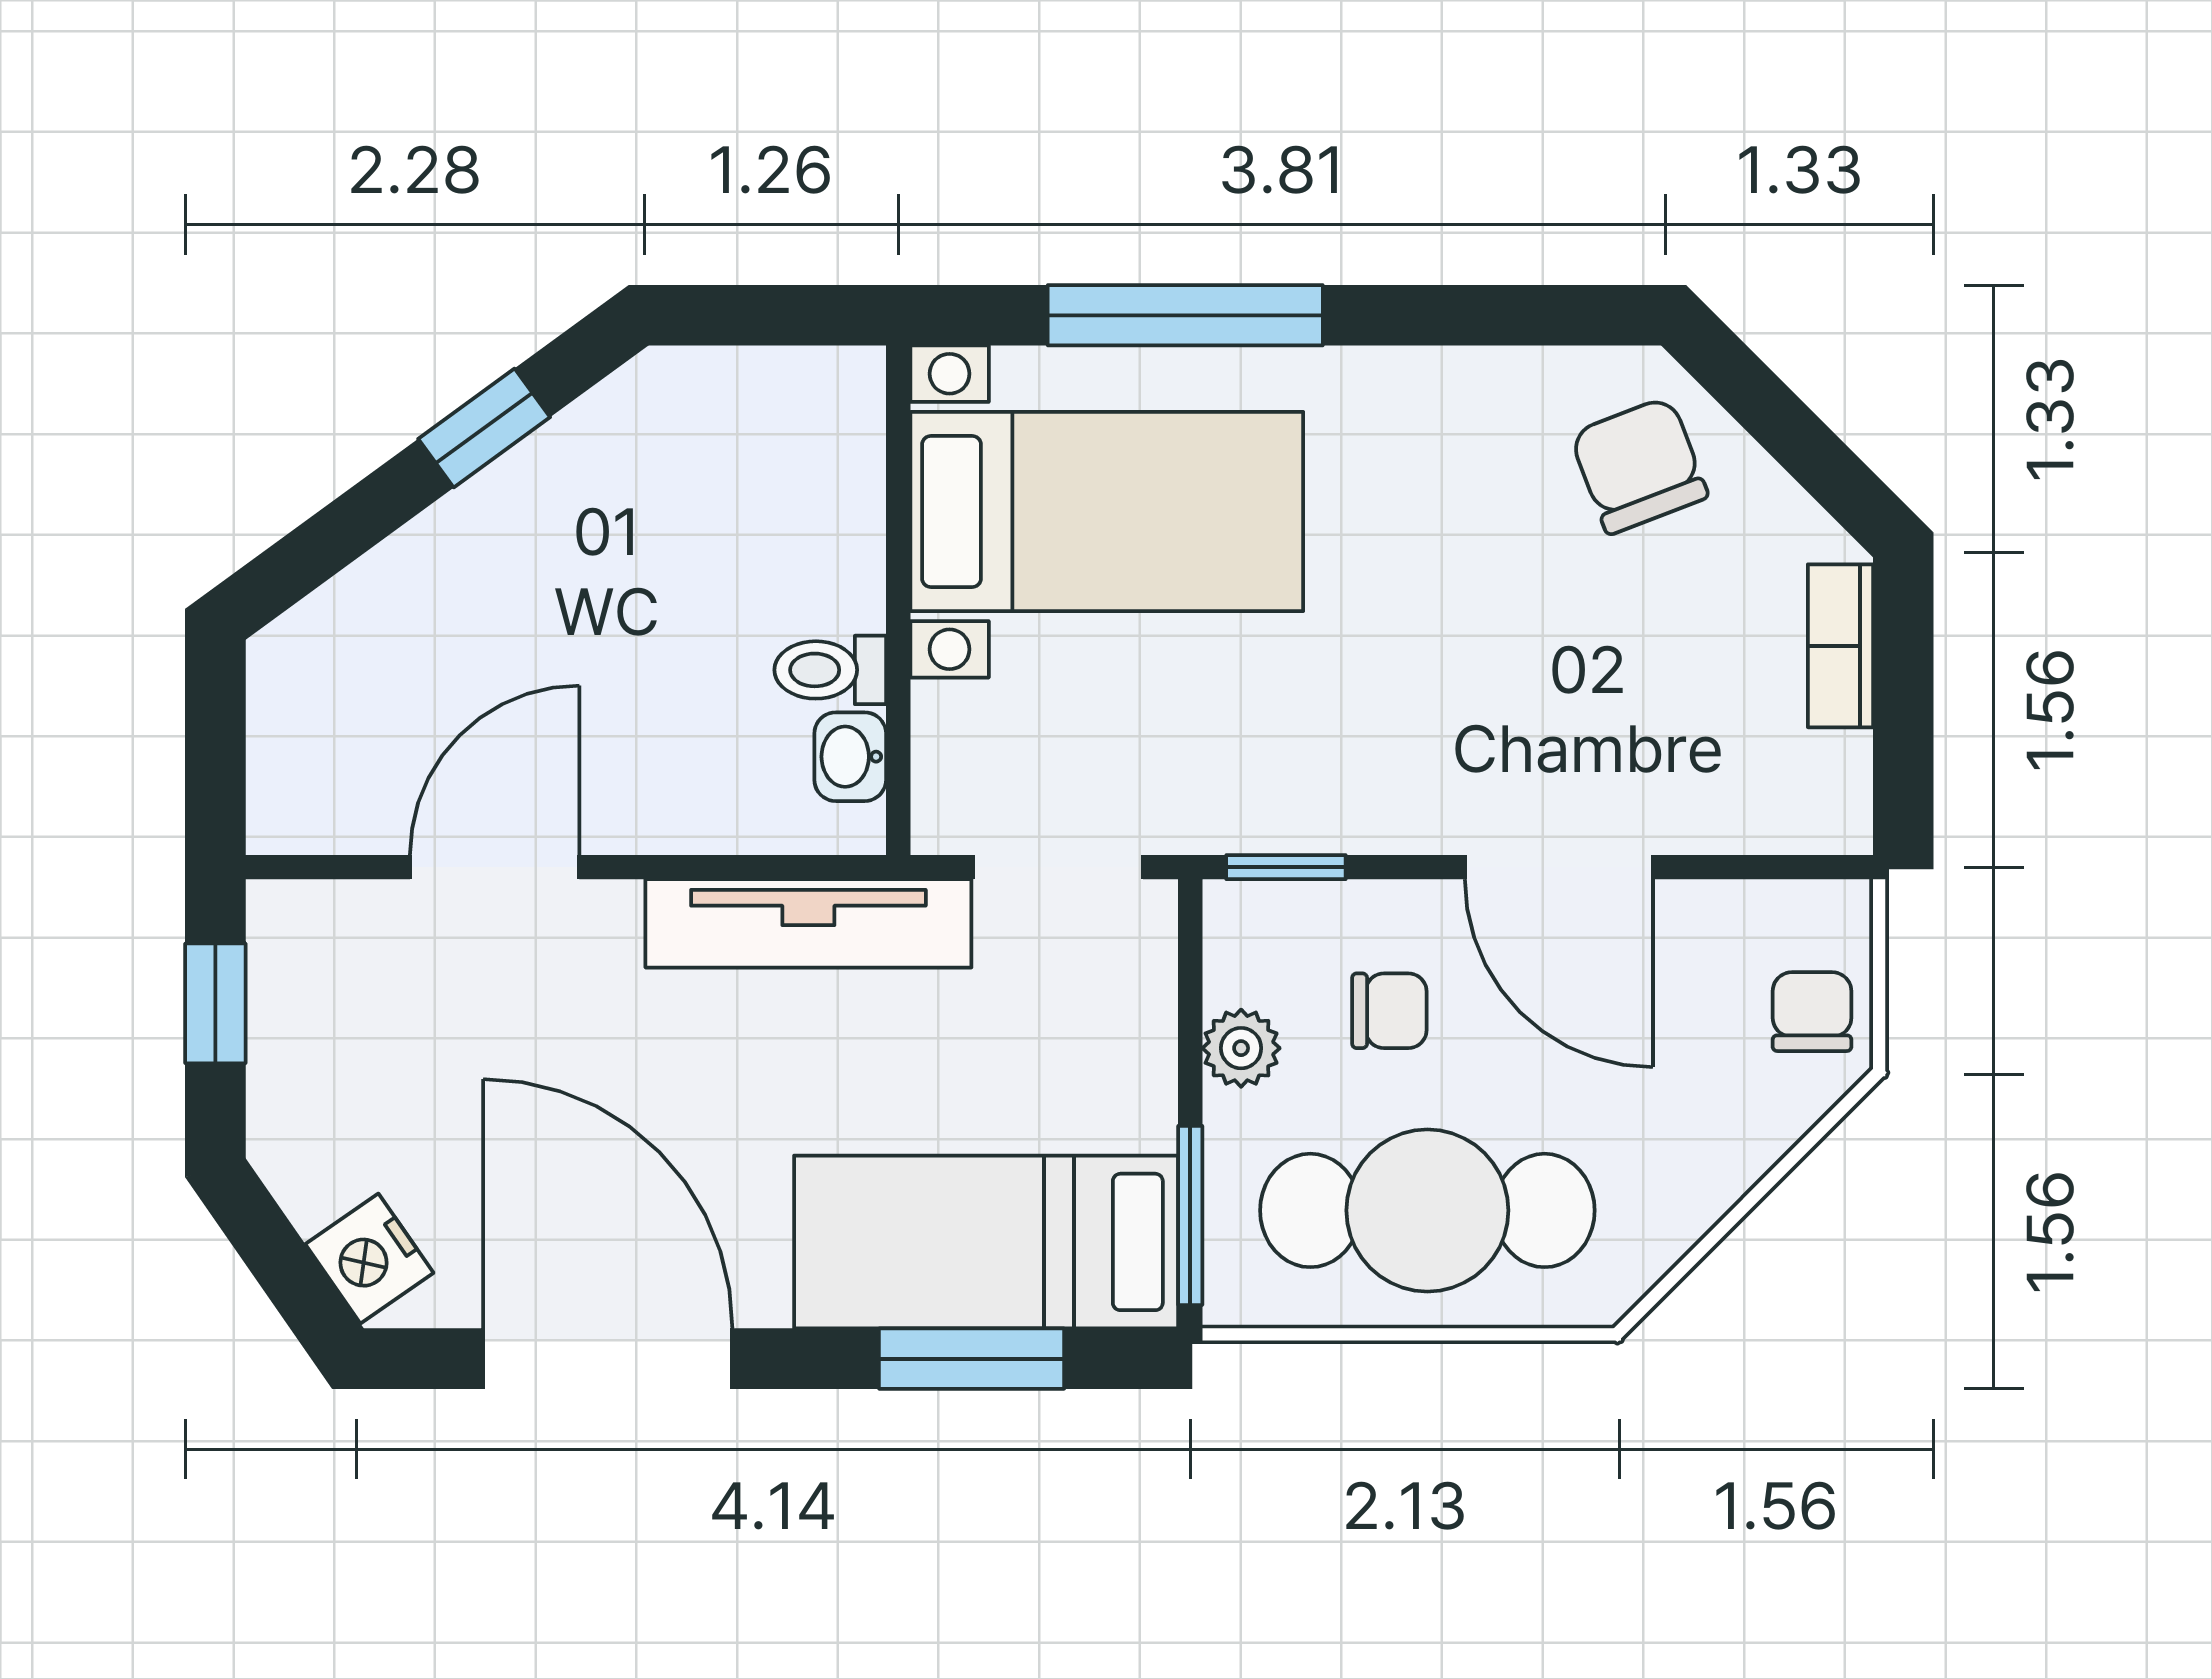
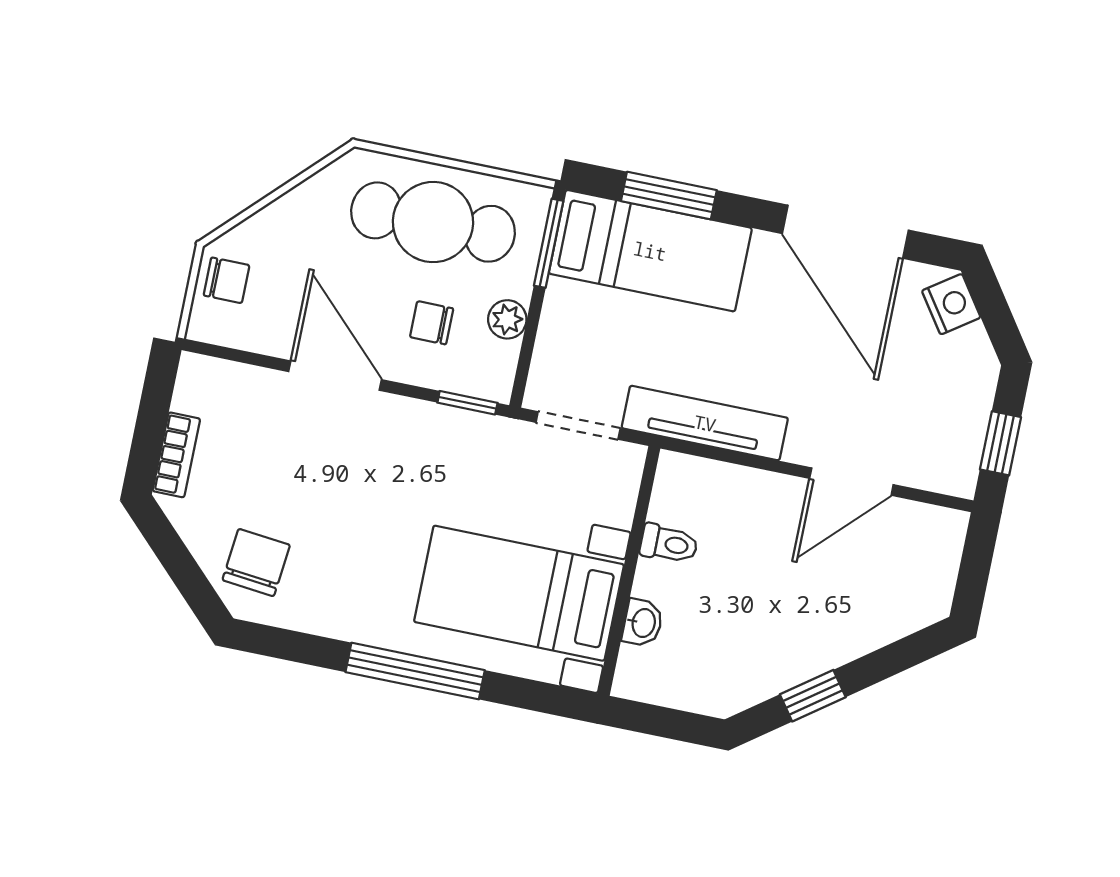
window: (1185, 315) -> (415, 671), moved
chair: (1639, 465) -> (256, 563), turned -153
washbasin: (850, 757) -> (643, 623), moved
chair: (1812, 1012) -> (227, 280), turned -90

